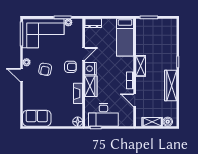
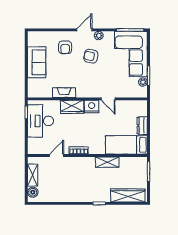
dresser: (93, 23) -> (142, 126), moved
shelving: (141, 66) -> (107, 162), moved
armchair: (70, 67) -> (65, 47), moved
wardrobe: (171, 86) -> (128, 195), moved
sofa: (37, 118) -> (37, 62), moved
floor lamp: (78, 122) -> (33, 92), removed

